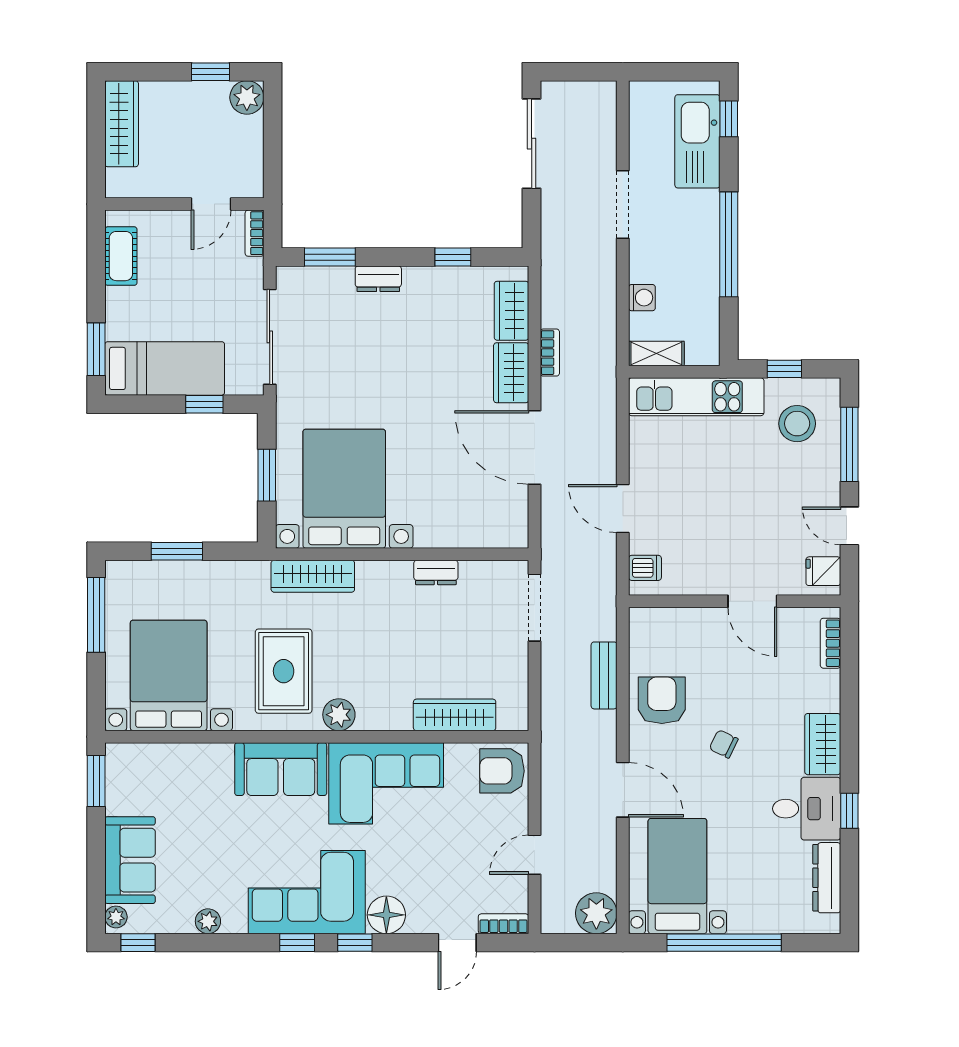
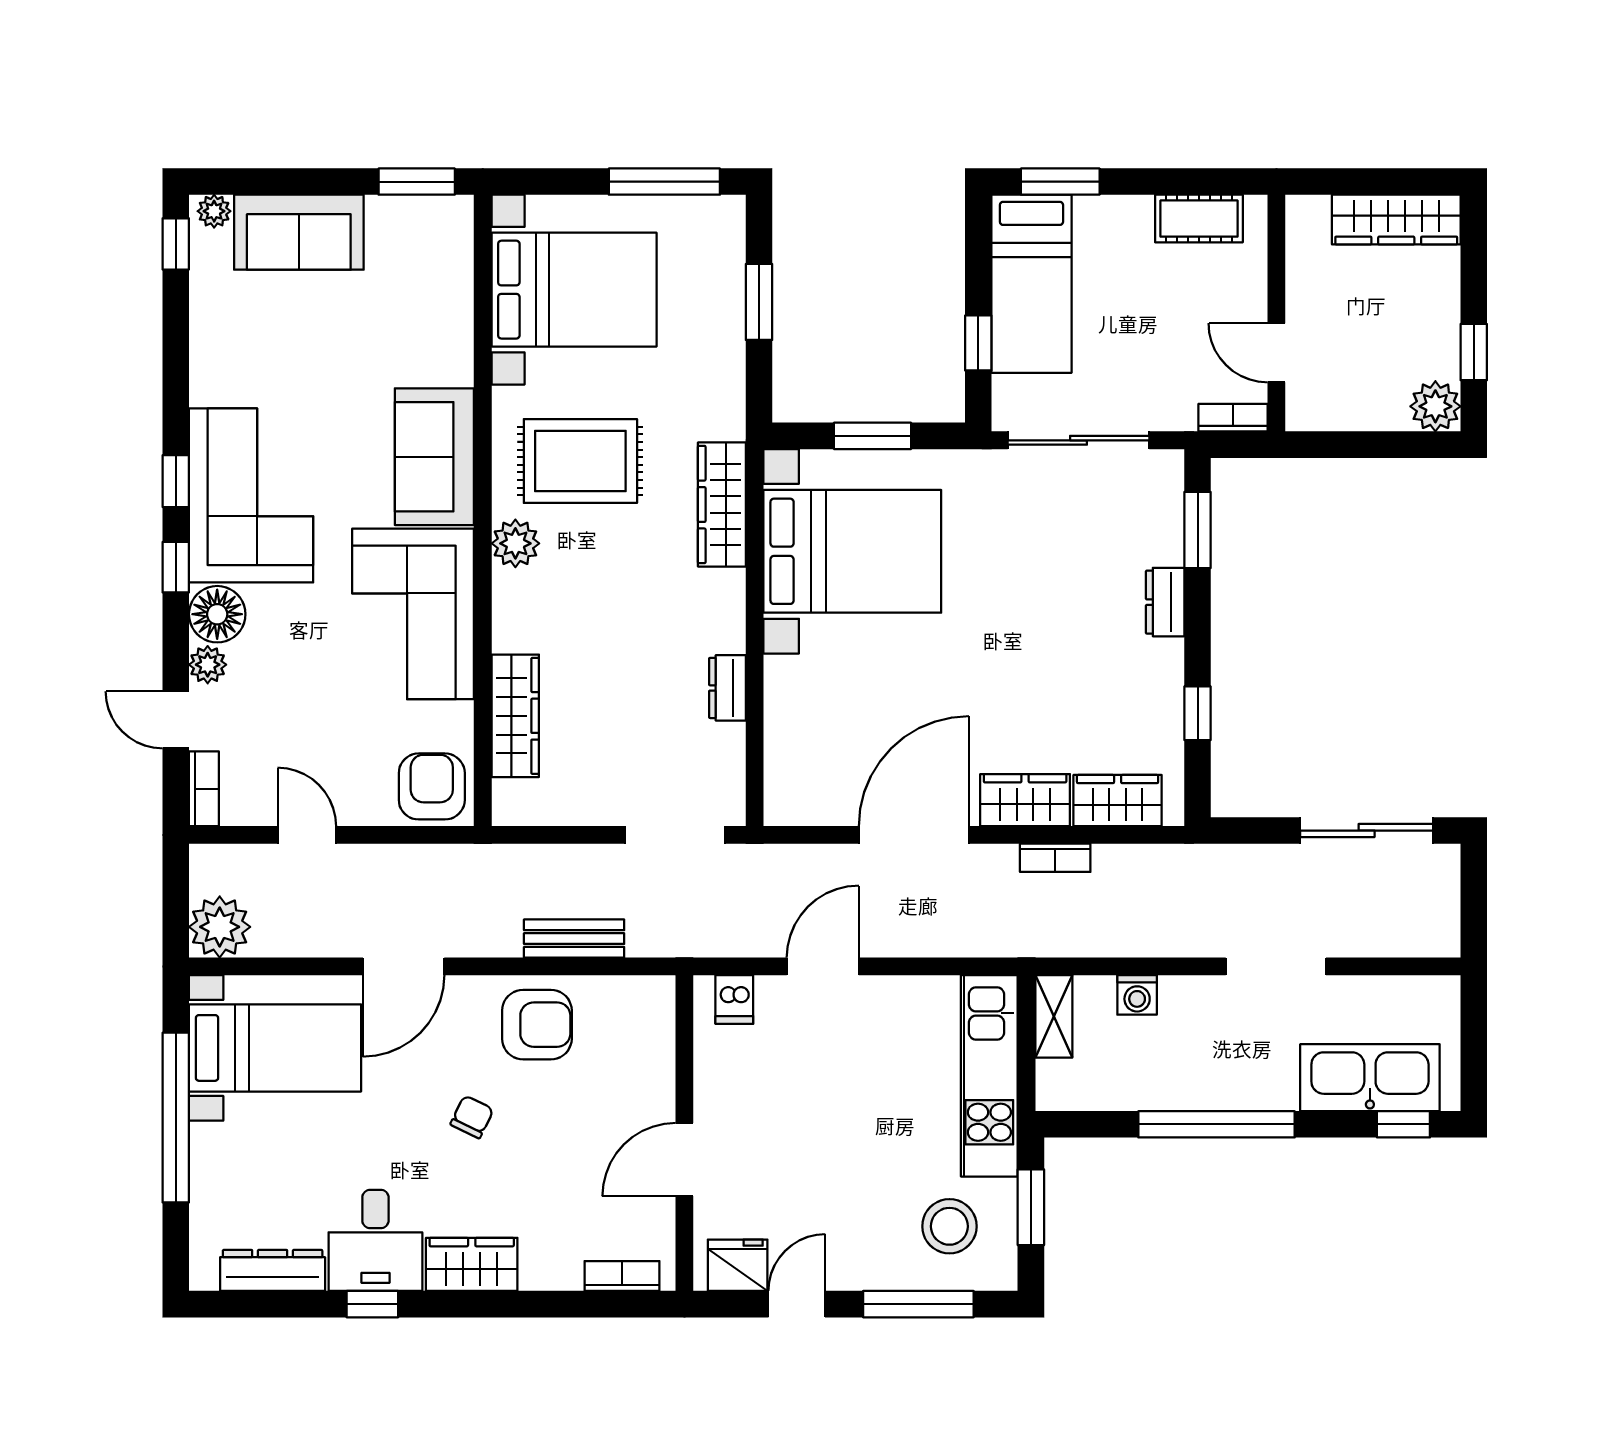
window: (784, 369) -> (1031, 1207), width x1.50
fridge: (823, 571) -> (738, 1265), width x1.38
plant: (208, 921) -> (208, 665), moved

